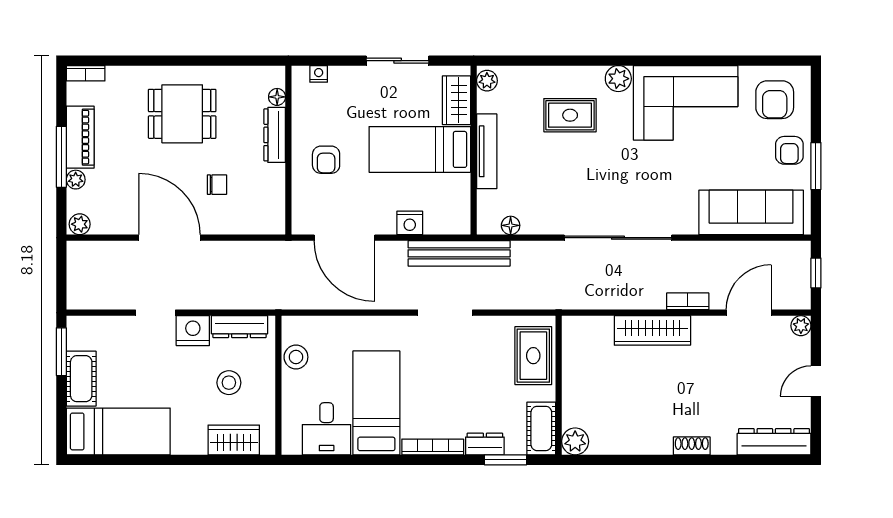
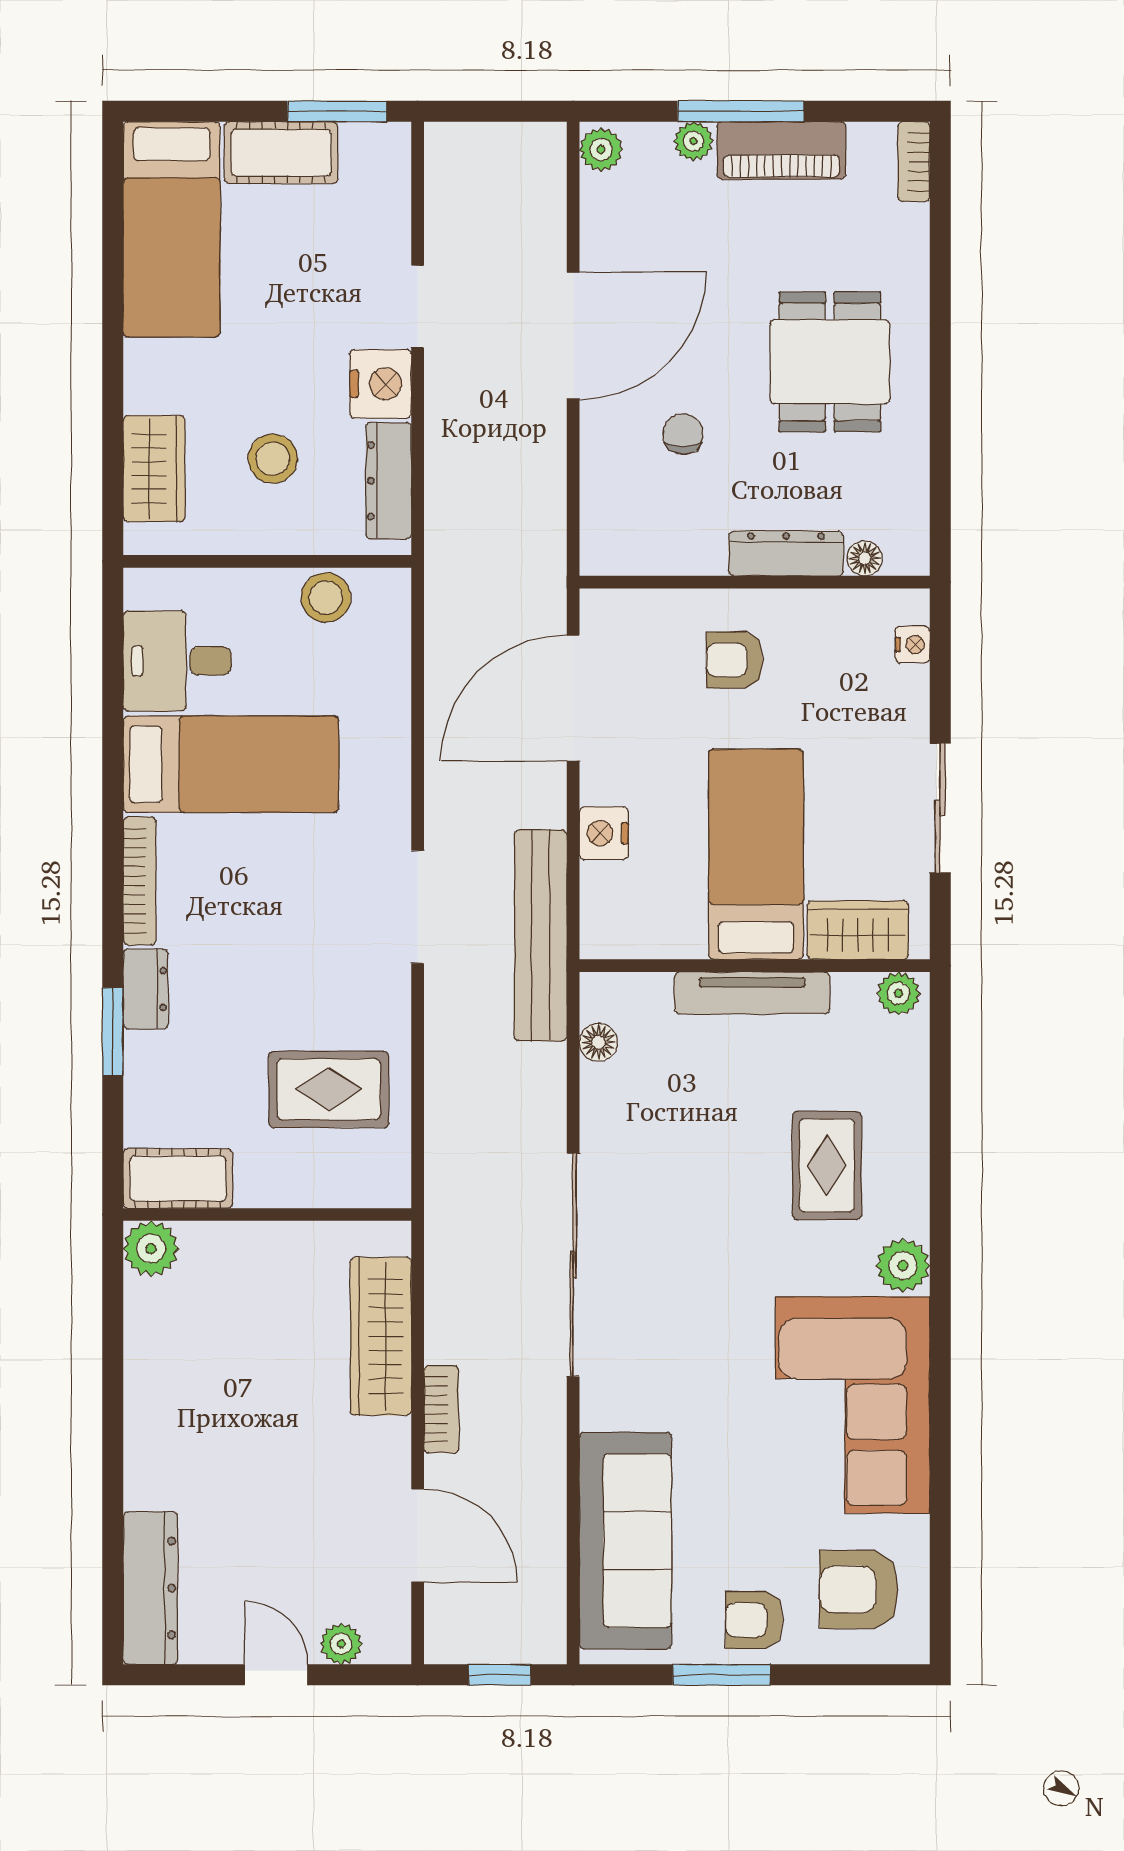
chair: (217, 185) -> (683, 434), turned 180
plant: (801, 326) -> (341, 1644), moved
wall: (559, 385) -> (267, 1215), moved
cot: (541, 428) -> (178, 1179), moved
plant: (575, 441) -> (151, 1249), moved
shoe rack: (692, 446) -> (142, 1418), removed

